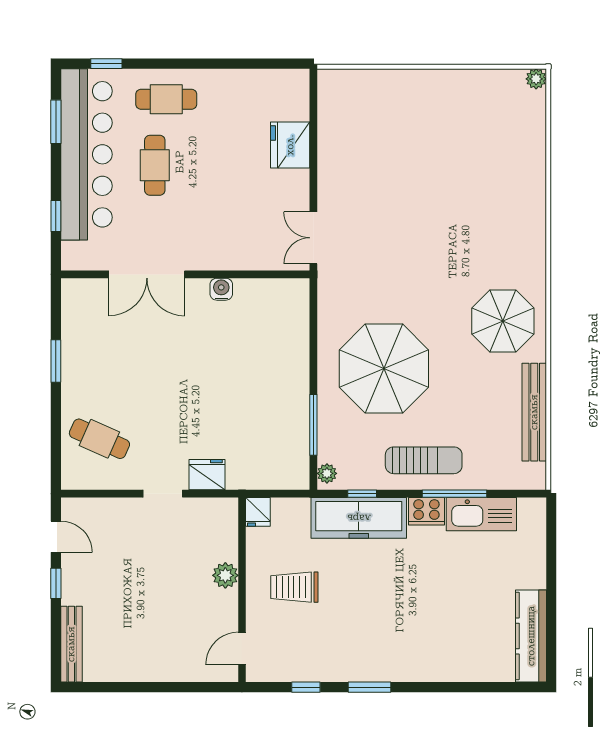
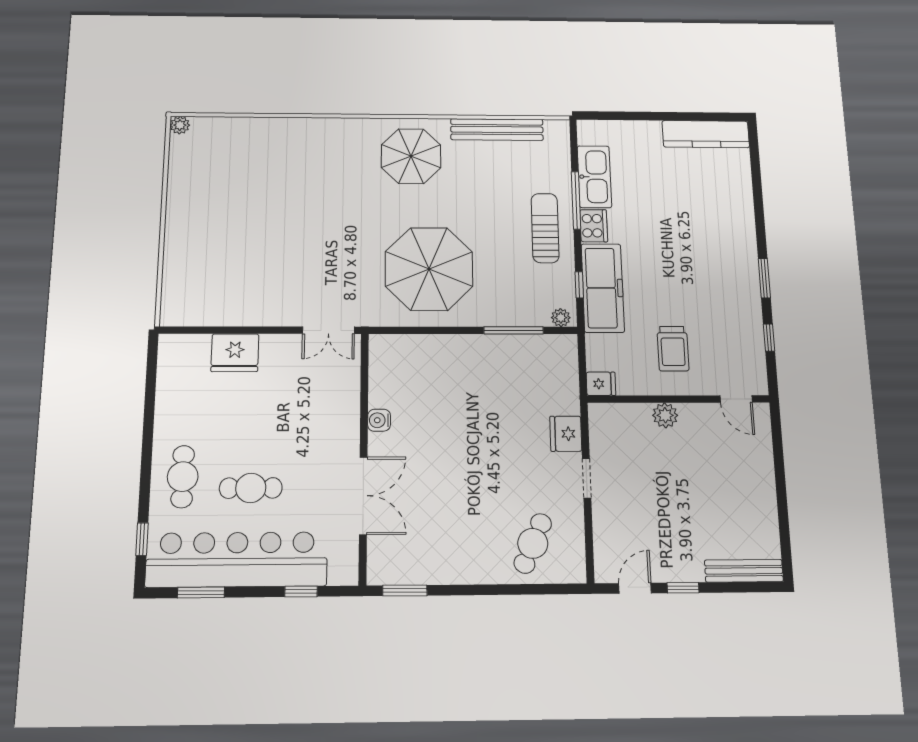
window: (56, 361) -> (405, 591), moved
parasol: (384, 369) -> (429, 269), moved

